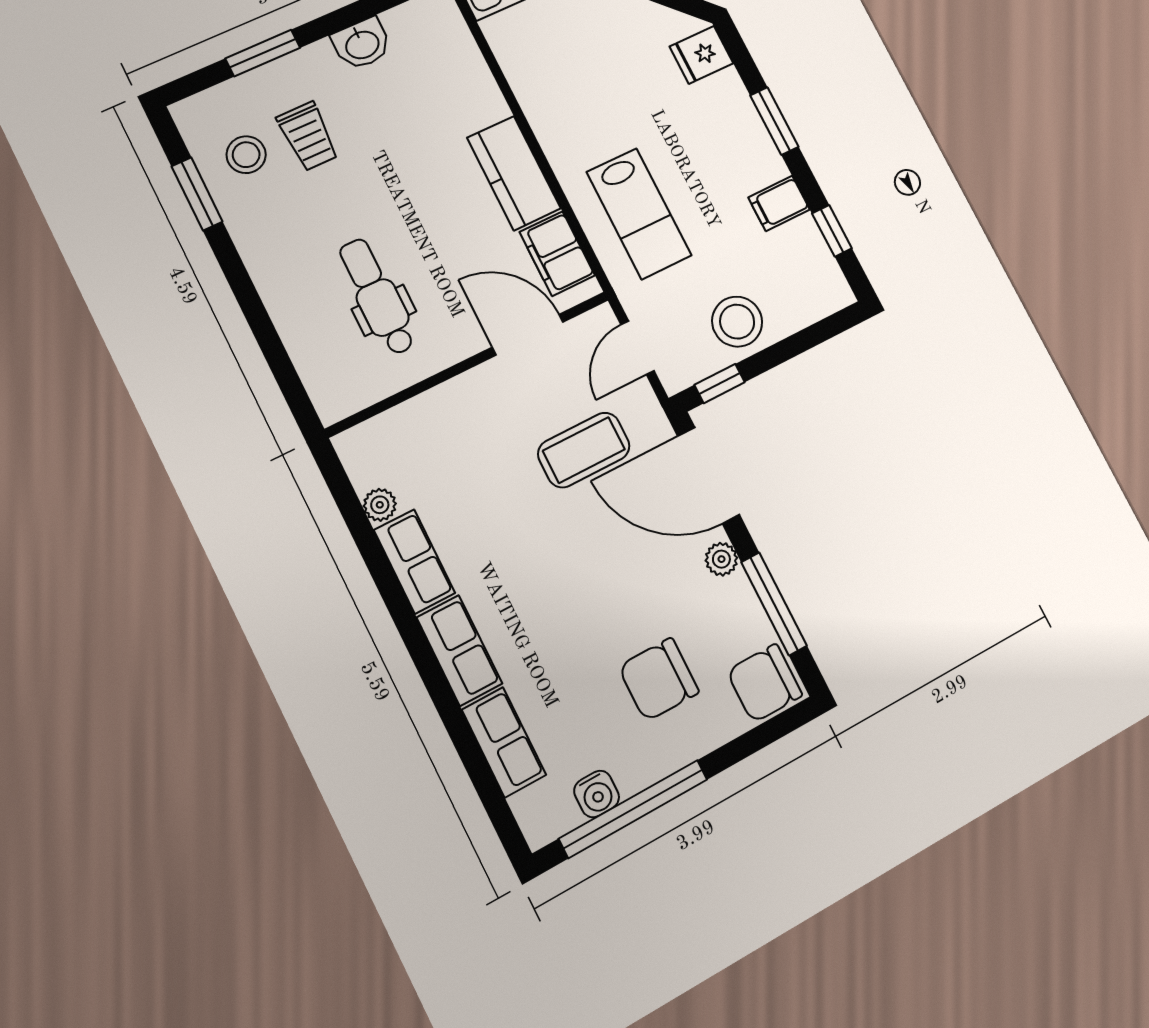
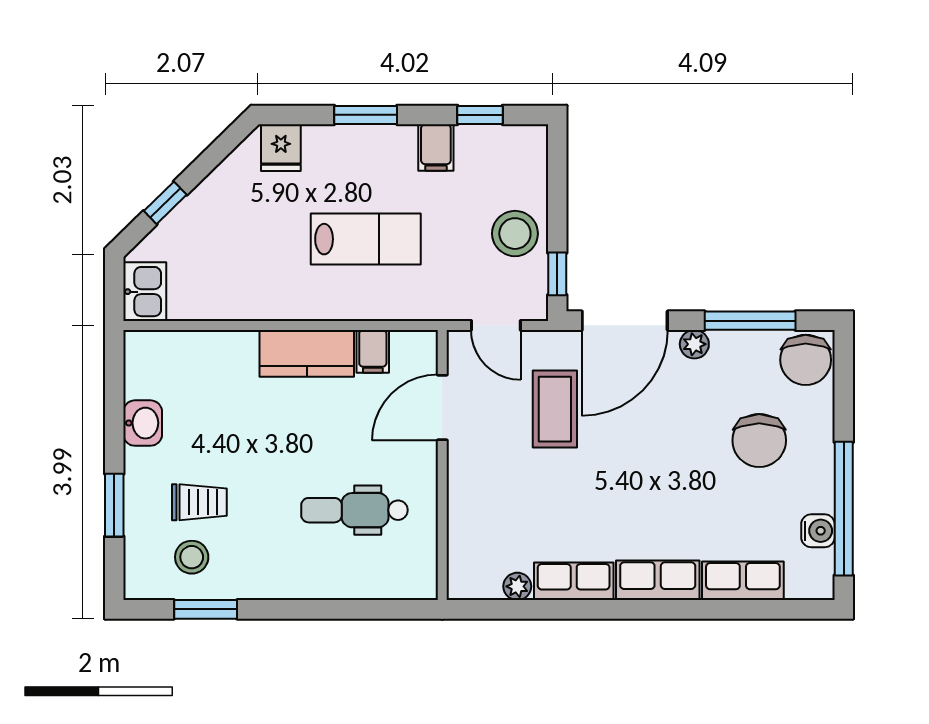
lab bench: (639, 214) -> (366, 239), moved
filing cabinet: (557, 254) -> (373, 351), width x0.50

